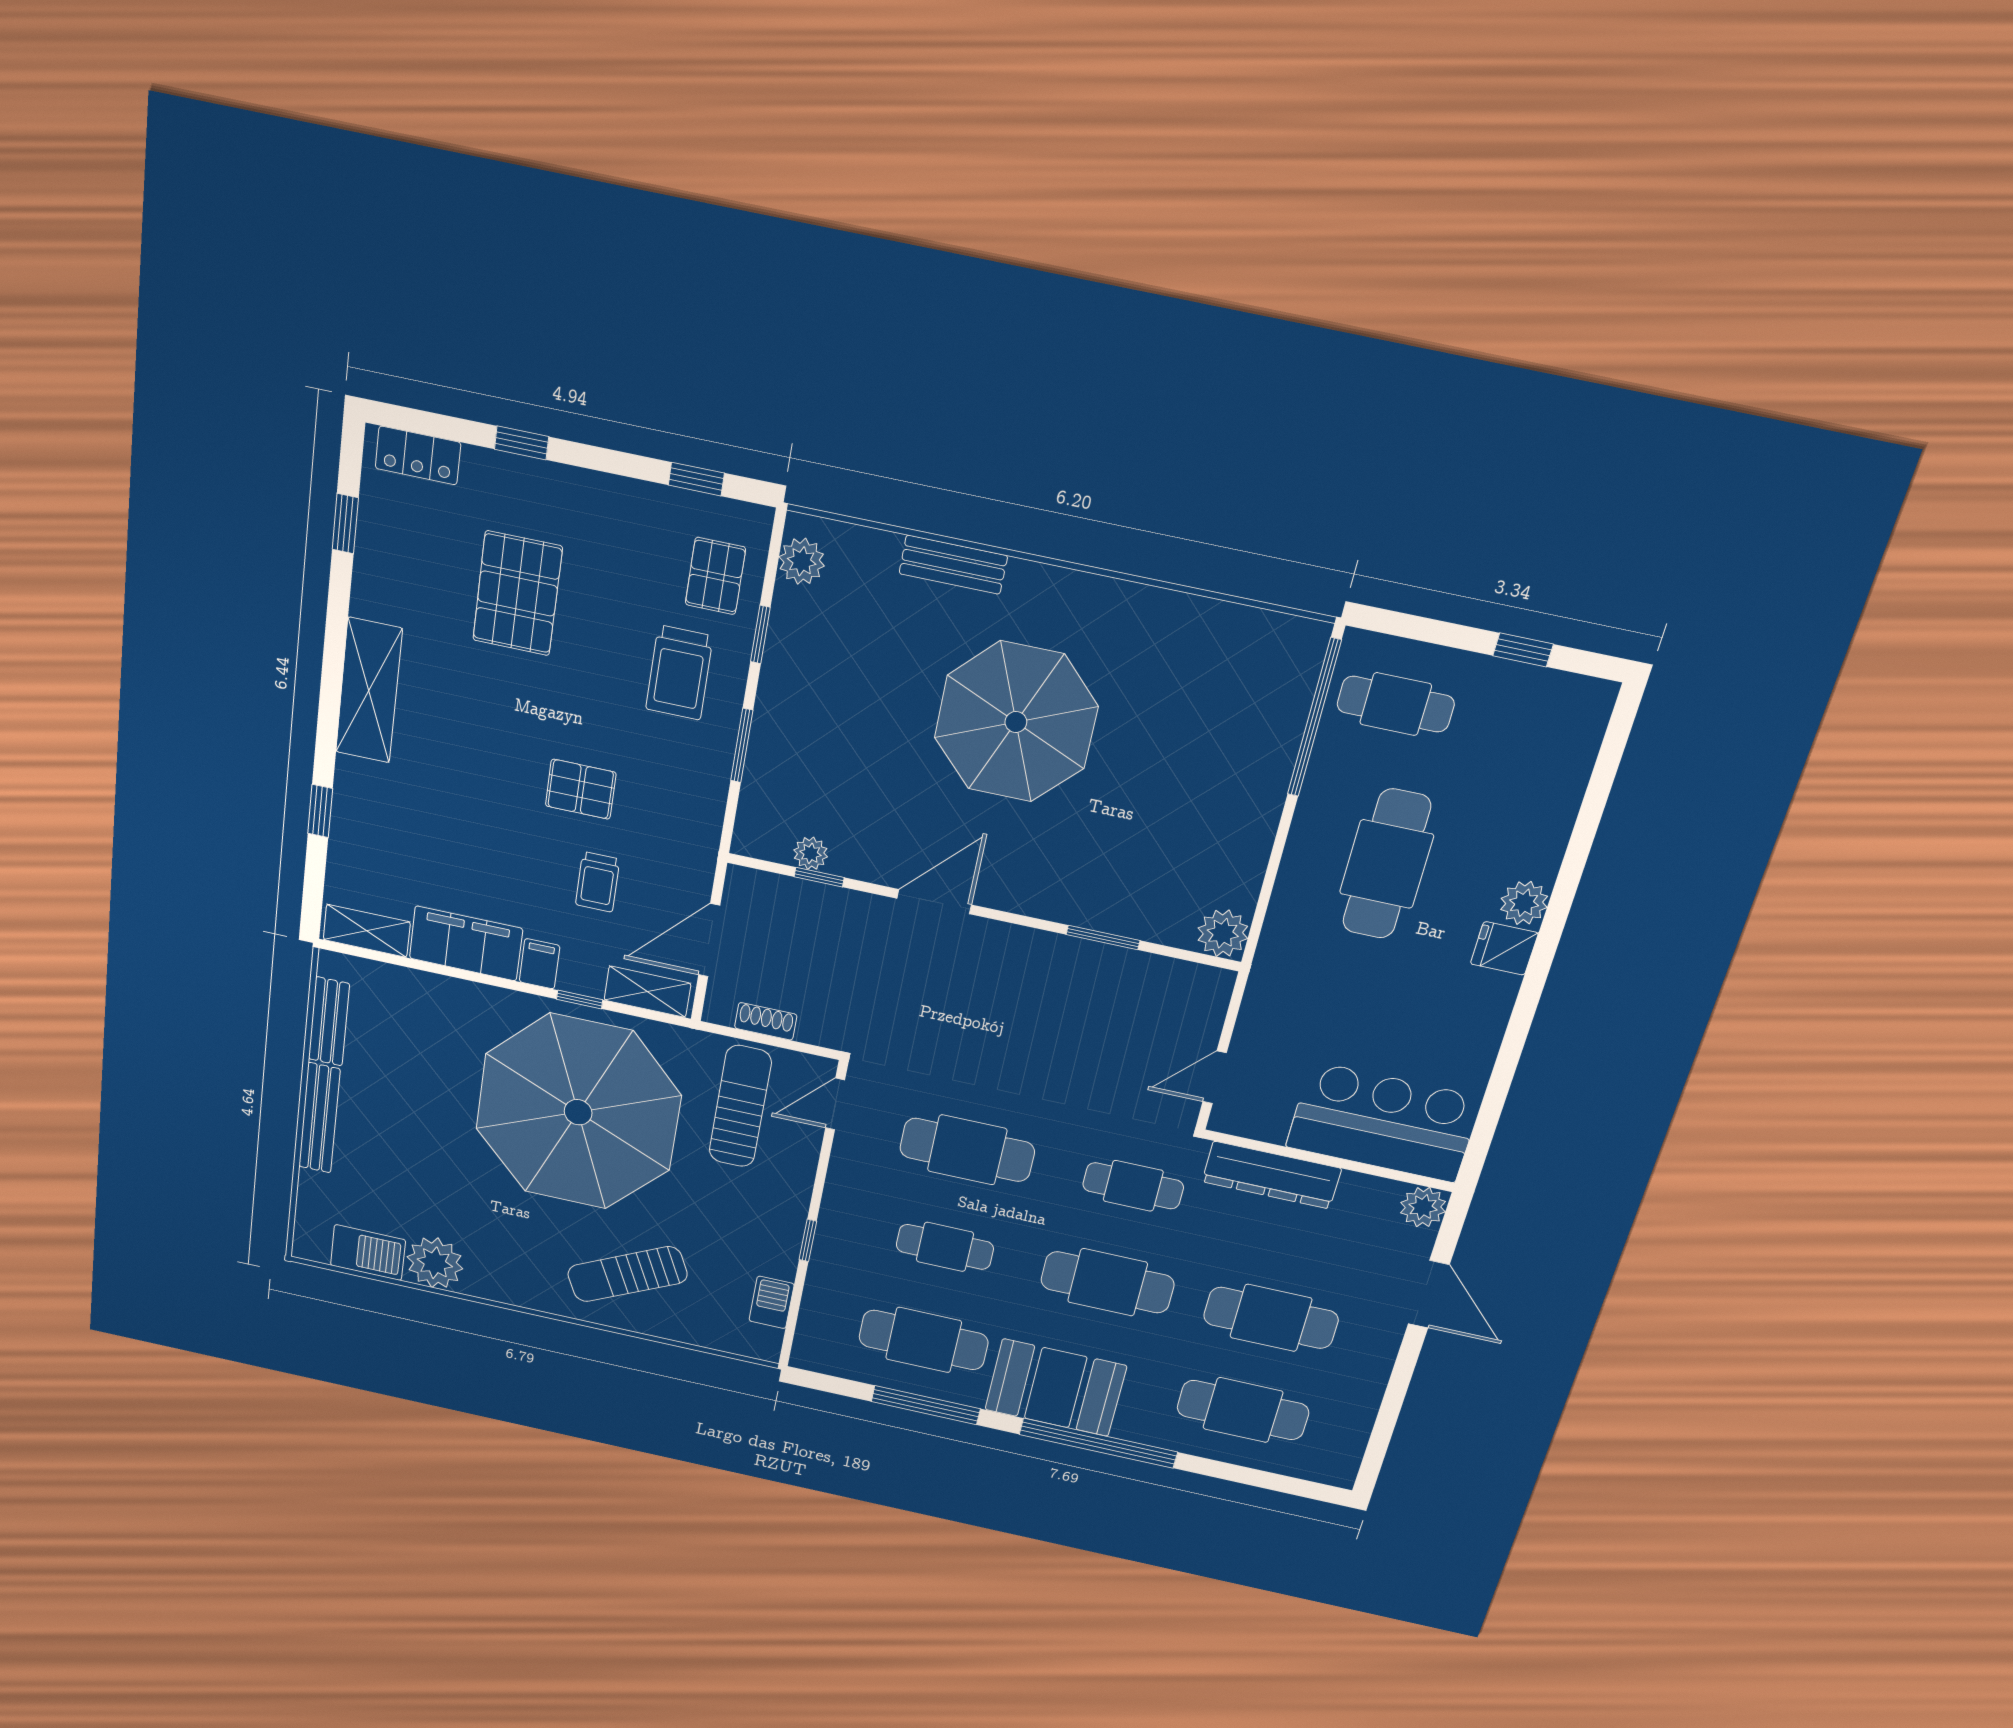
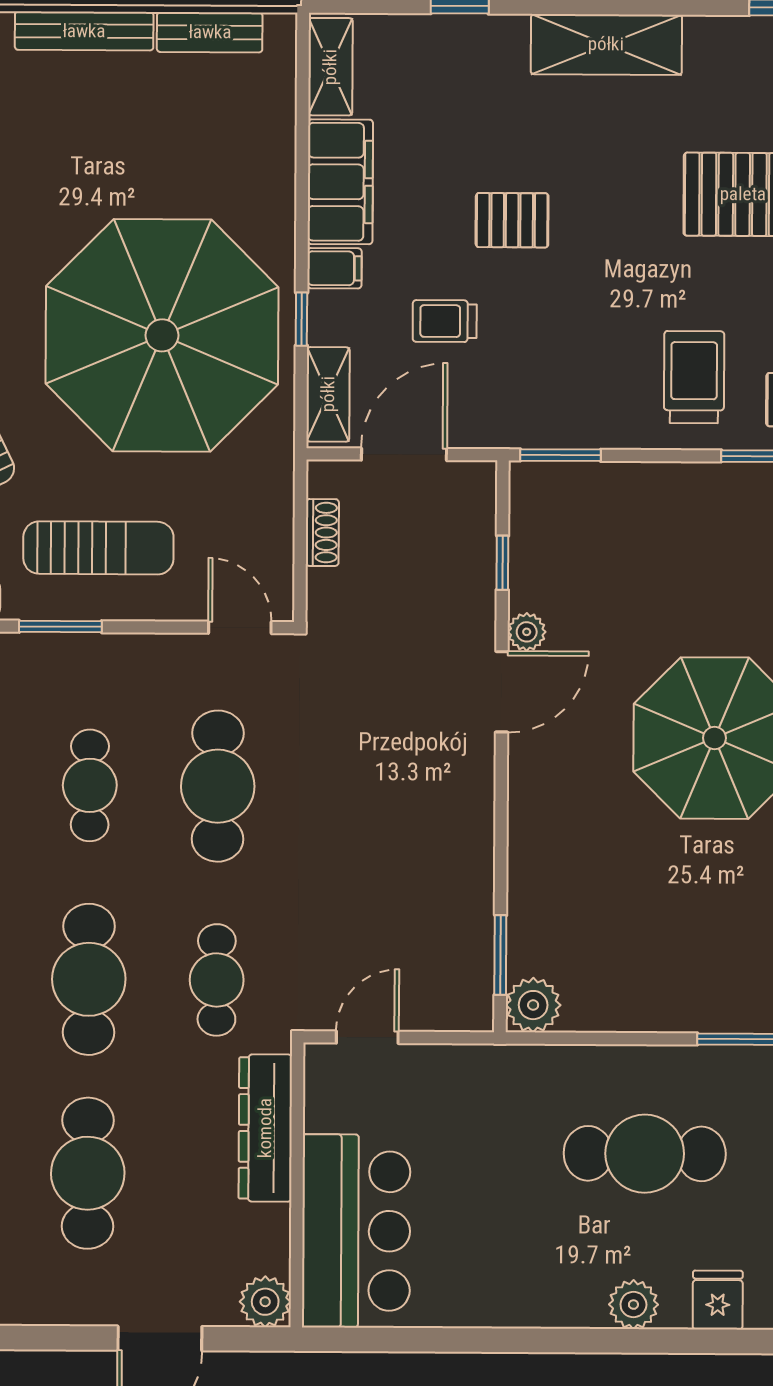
trolley: (679, 673) -> (694, 377), turned 90
window: (742, 745) -> (561, 455), moved
pallet: (581, 789) -> (512, 220), moved, turned 90
plant: (811, 853) -> (527, 632), moved
door: (934, 902) -> (502, 692), hinge flipped
window: (1103, 938) -> (500, 955), moved
door: (709, 940) -> (404, 454), hinge flipped
fridge: (1504, 948) -> (718, 1300), moved
door: (1215, 1077) -> (367, 1037), hinge flipped
sun lounger: (740, 1106) -> (98, 548), moved
window: (808, 1240) -> (60, 626), width x1.50

